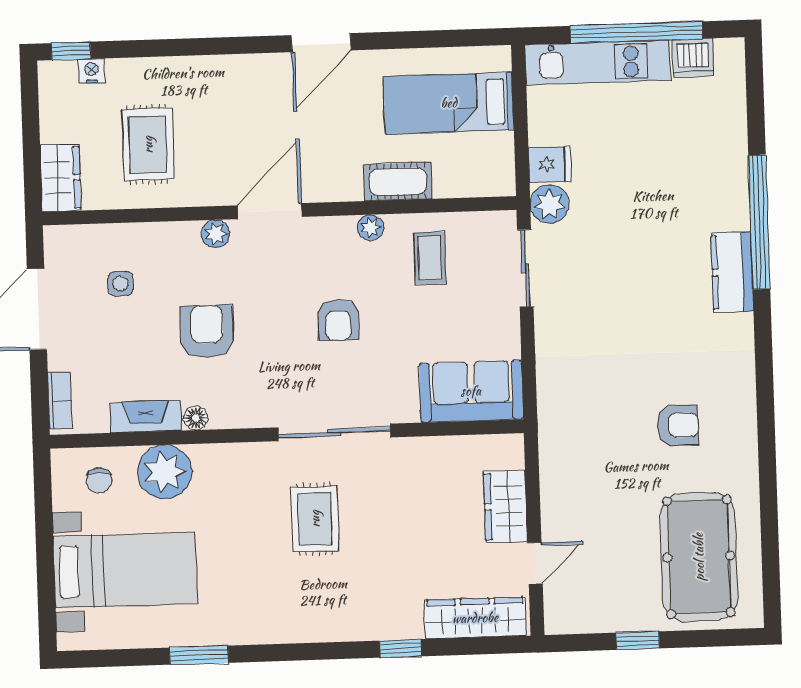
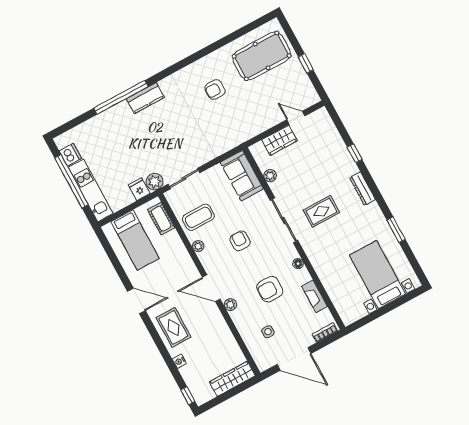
nightstand: (91, 71) -> (179, 361), moved
rug: (148, 145) -> (173, 327), moved, turned 90
wardrobe: (61, 178) -> (232, 379), width x1.50
cot: (398, 182) -> (161, 219), moved
coffee table: (430, 258) -> (198, 217), width x1.36, depth x1.30
armchair: (338, 320) -> (240, 241), turned -90
floor lamp: (196, 418) -> (298, 264), moved
armchair: (678, 425) -> (215, 90), turned -90
plant: (165, 472) -> (270, 176), moved, width x0.53, depth x0.53
chair: (99, 480) -> (348, 302), removed
wardrobe: (475, 618) -> (328, 130), removed
dresser: (319, 628) -> (362, 189), added

